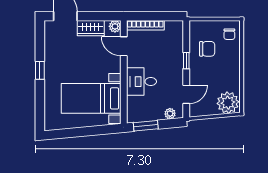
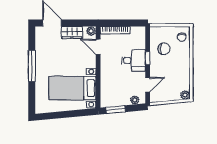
window: (40, 70) -> (32, 66), width x2.17
desk: (141, 82) -> (133, 60), moved, turned 180
plant: (228, 103) -> (185, 95), width x0.53, depth x0.53

